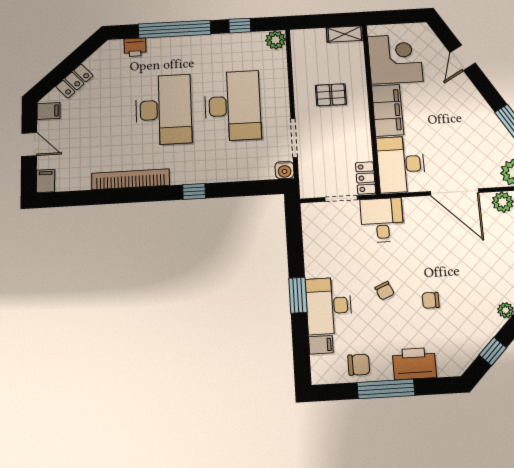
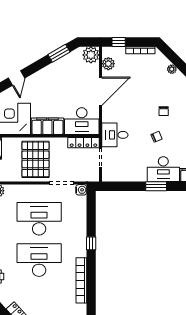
door: (463, 58) -> (16, 78), hinge flipped
pallet: (331, 95) -> (36, 159), width x2.05, depth x2.00
locker: (366, 178) -> (83, 143), width x1.53

